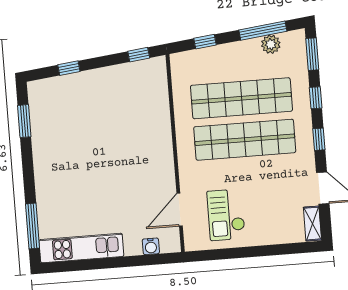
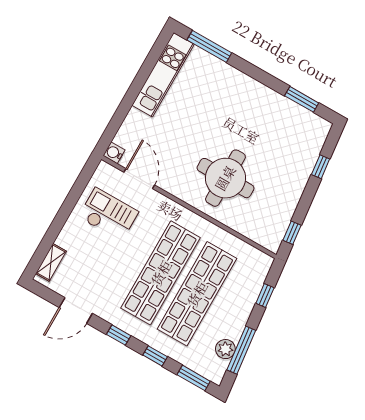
round table: (131, 139) -> (225, 178), added
shelving: (312, 224) -> (51, 262), moved, turned 90
water cooler: (151, 246) -> (114, 153), moved

